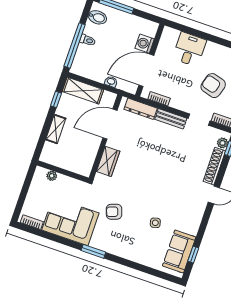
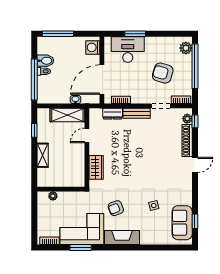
bidet: (97, 17) -> (45, 61), moved
window: (198, 34) -> (135, 34), added
washing machine: (145, 44) -> (93, 47), moved
desk: (189, 49) -> (128, 50), width x1.37
shelving: (83, 91) -> (67, 115), moved
dresser: (141, 109) -> (113, 114), width x0.70
door: (110, 124) -> (87, 135), width x0.53
fireplace: (110, 245) -> (122, 237), added
window: (93, 251) -> (81, 247), moved

